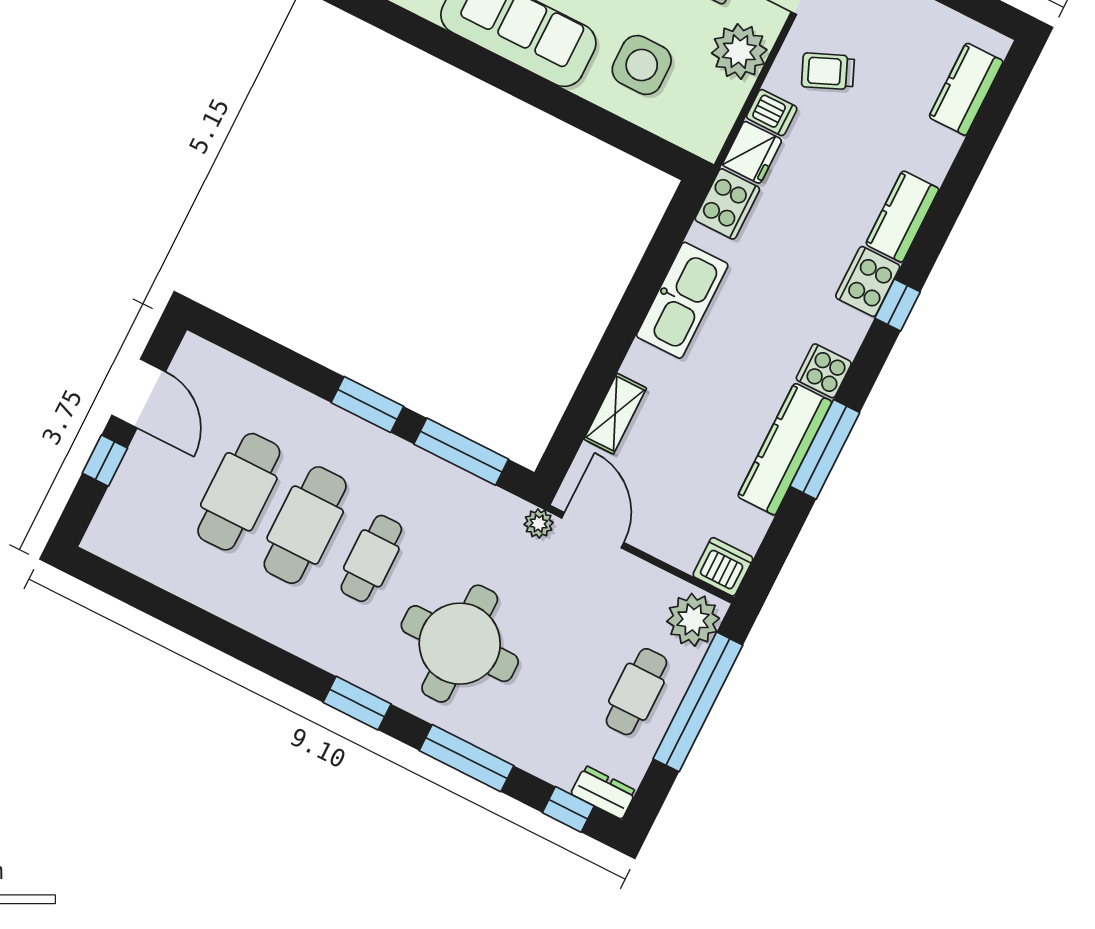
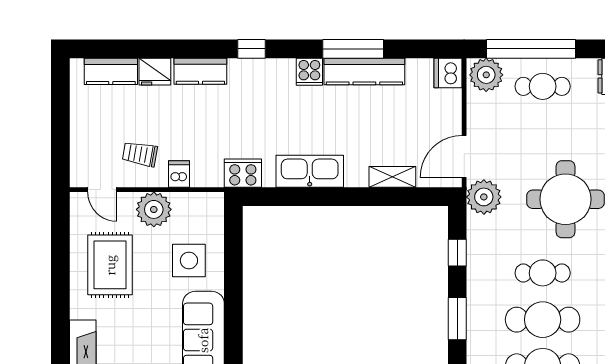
trolley: (828, 71) -> (140, 154), turned 123
fridge: (752, 152) -> (155, 72), moved, turned 180
cooker: (868, 281) -> (247, 72), removed
window: (461, 452) -> (457, 253), width x0.46
plant: (539, 523) -> (484, 197), width x1.88, depth x1.88

